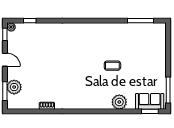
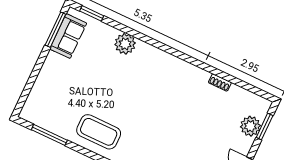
coffee table: (112, 66) -> (99, 132), moved, width x1.86, depth x1.72
sofa: (150, 101) -> (68, 36), moved, turned -90

